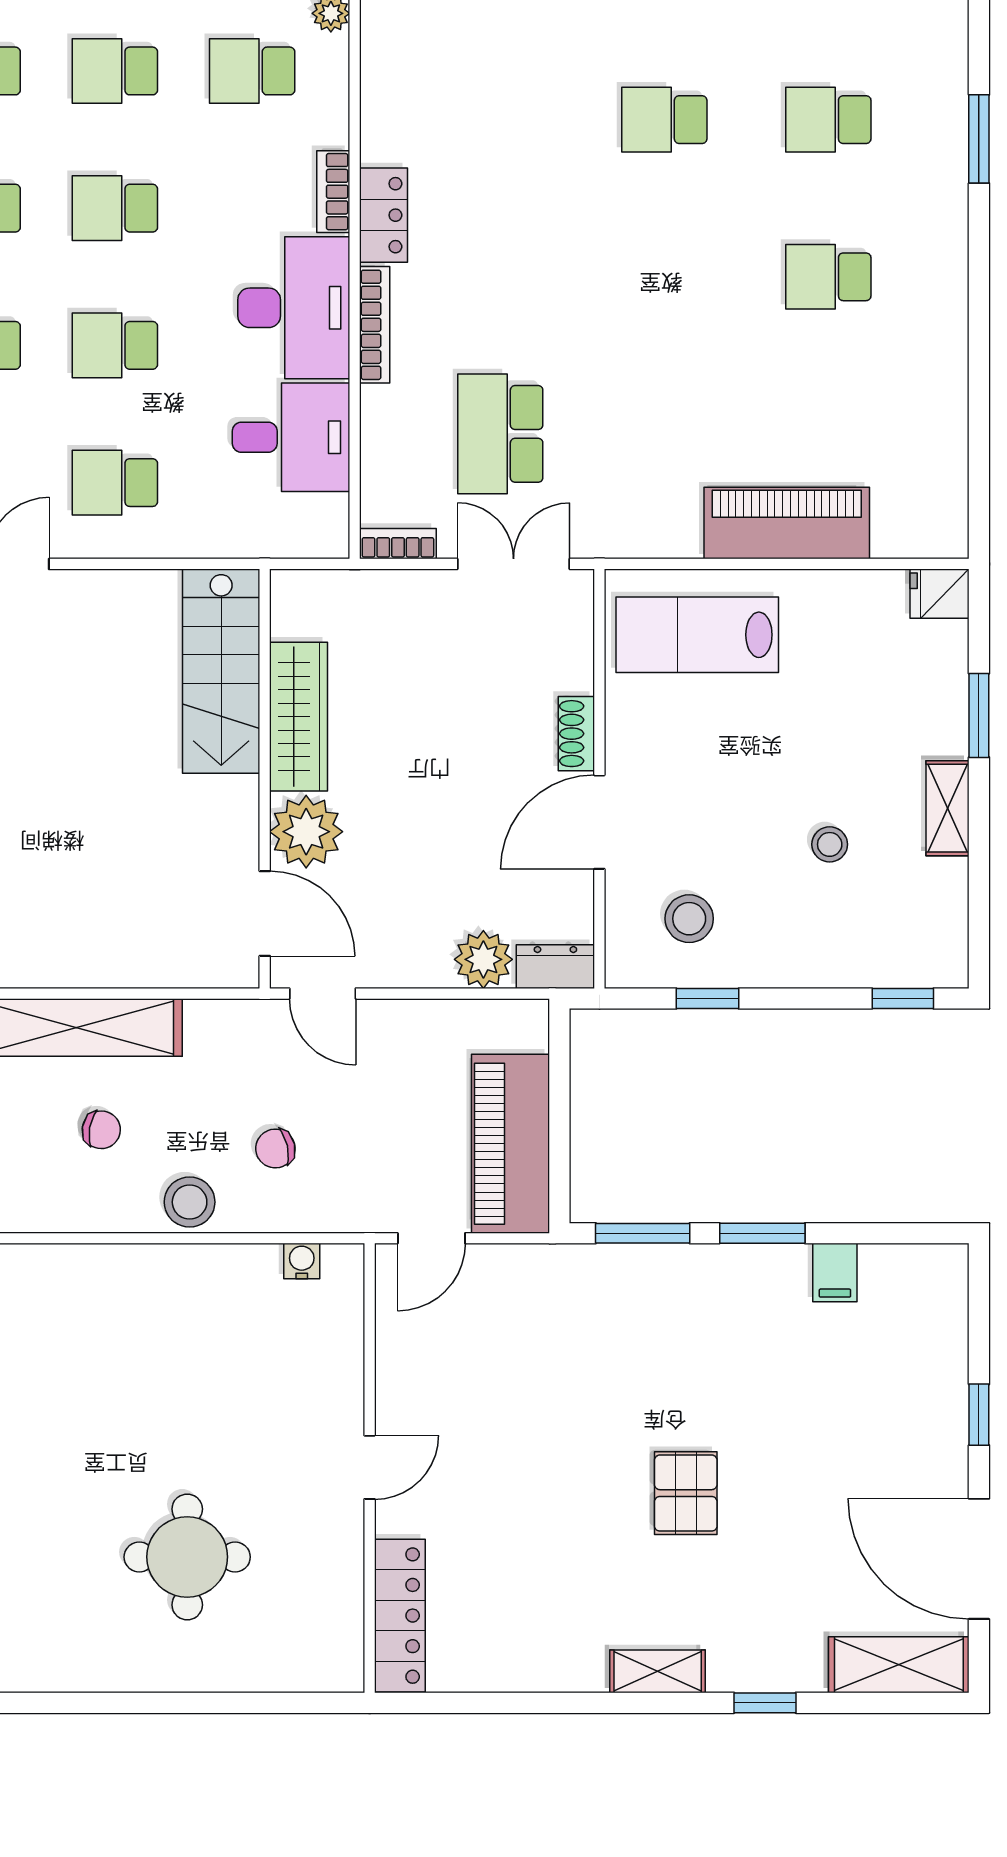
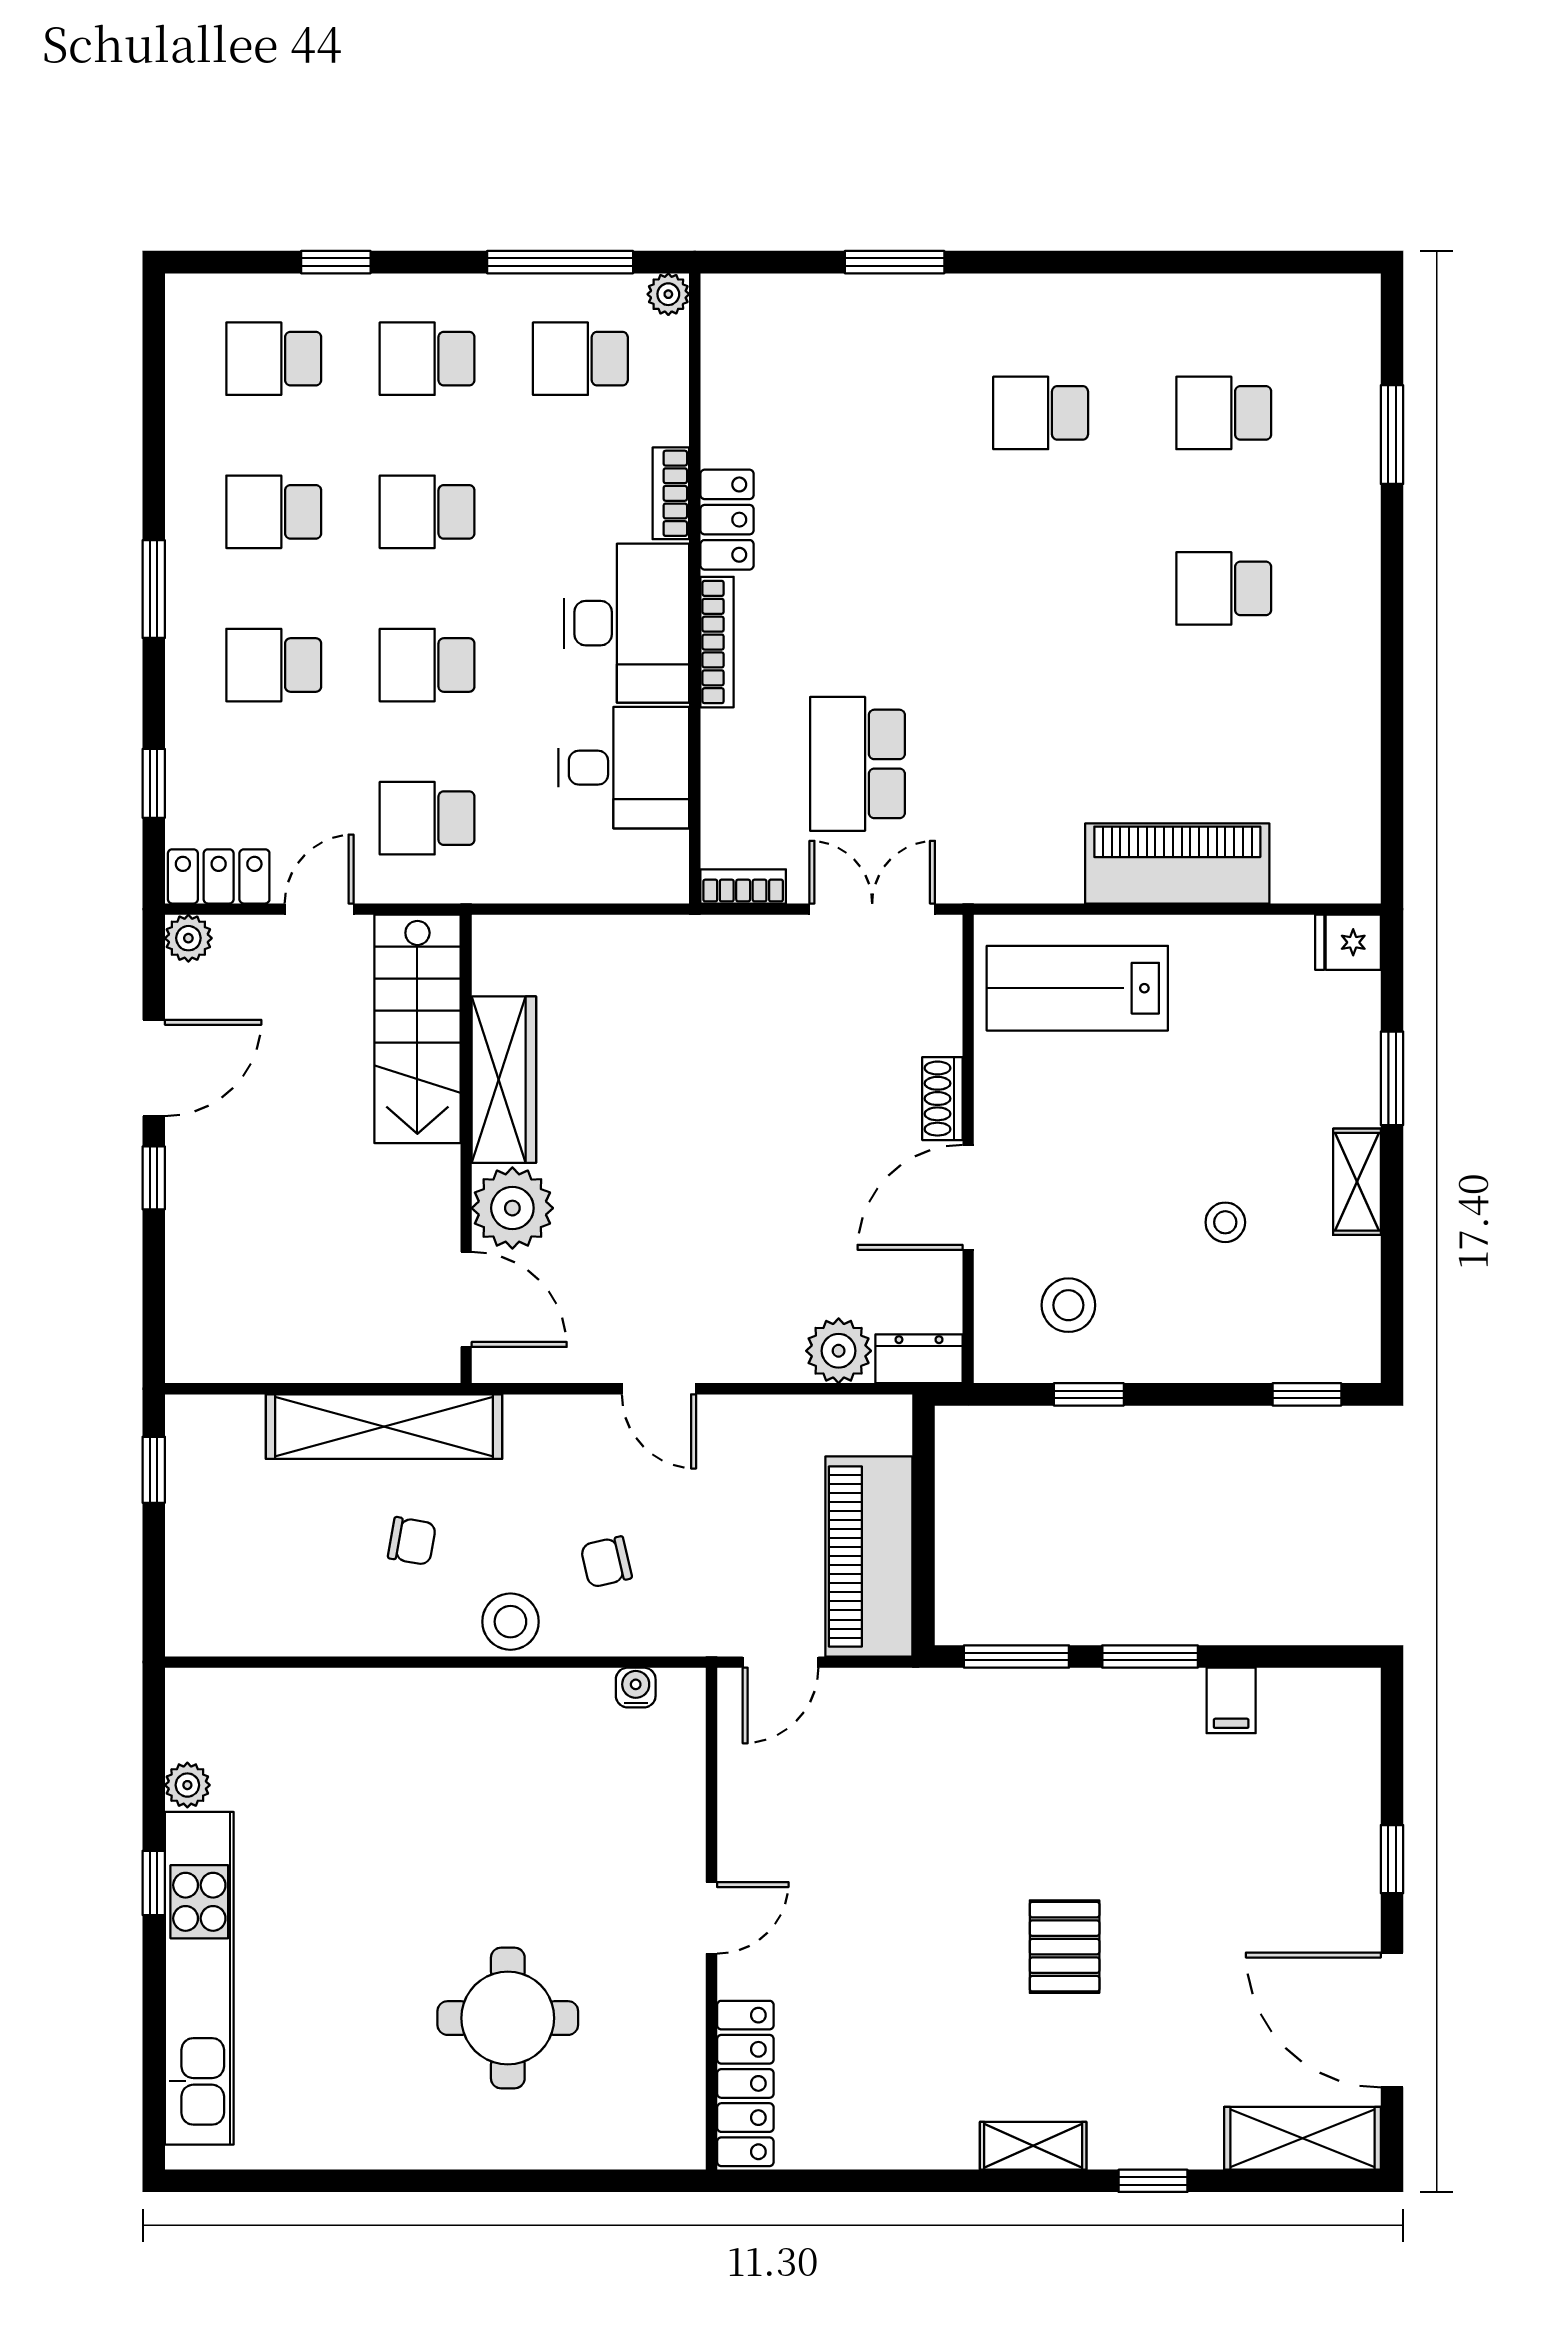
stairs: (221, 671) -> (417, 1029), moved
wardrobe: (299, 717) -> (504, 1080), moved
wall: (265, 779) -> (466, 1149), moved
plant: (306, 832) -> (512, 1208), moved
door: (265, 914) -> (466, 1299), moved

